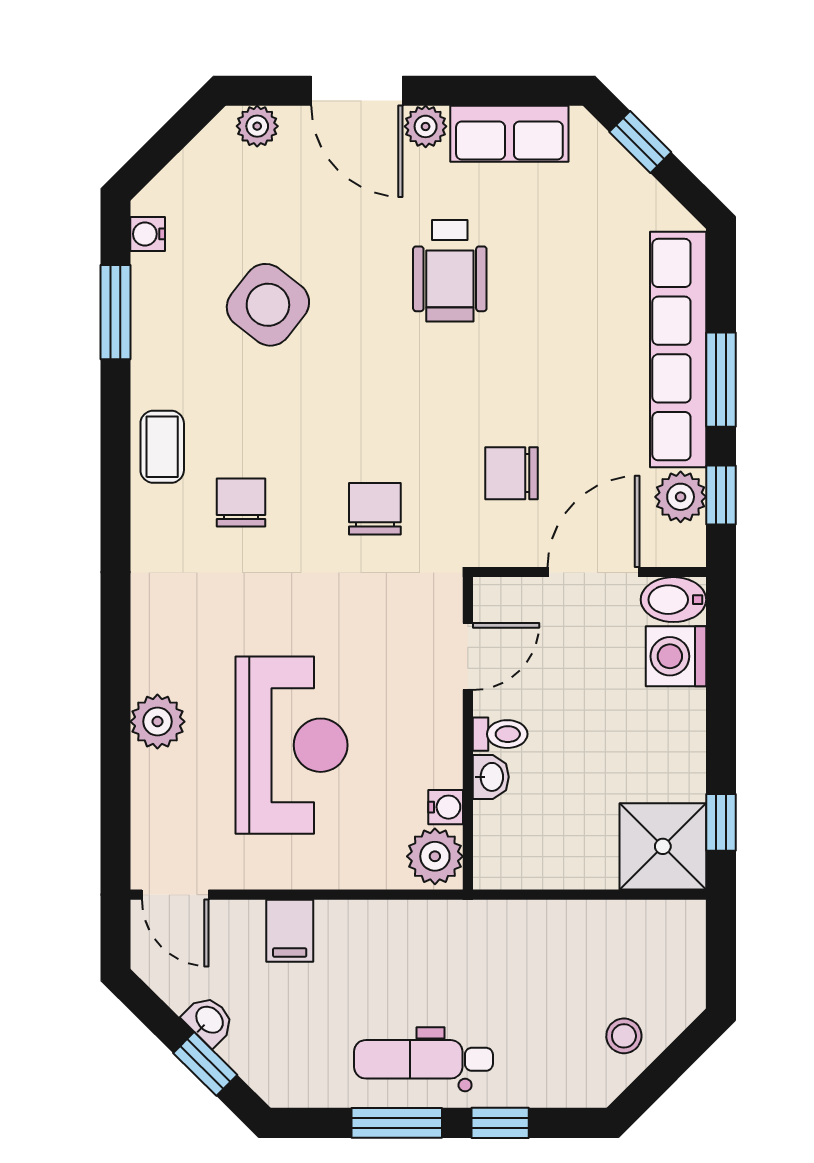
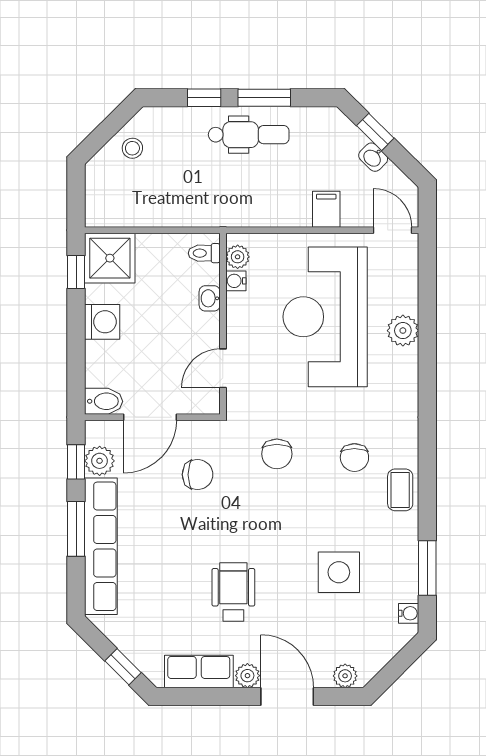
side table: (268, 305) -> (339, 572), turned -38
washing machine: (676, 656) -> (102, 322), moved
toilet: (500, 734) -> (204, 253), moved
reception desk: (292, 745) -> (325, 317), width x1.36, depth x1.30
plant: (435, 856) -> (238, 257), width x0.73, depth x0.73

